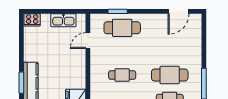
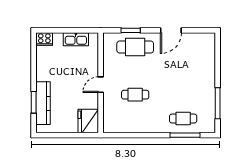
door: (179, 11) -> (171, 30), moved
door: (88, 41) -> (101, 85), moved
cafe table: (170, 75) -> (183, 95), removed

